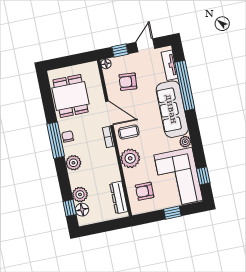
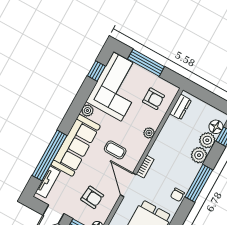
coffee table: (129, 132) -> (115, 150), moved
window: (56, 140) -> (199, 183), moved
plant: (130, 158) -> (149, 133), width x0.53, depth x0.53
plant: (73, 163) -> (199, 155), moved
dresser: (119, 197) -> (181, 107), width x0.70
window: (172, 213) -> (146, 63), width x2.17

